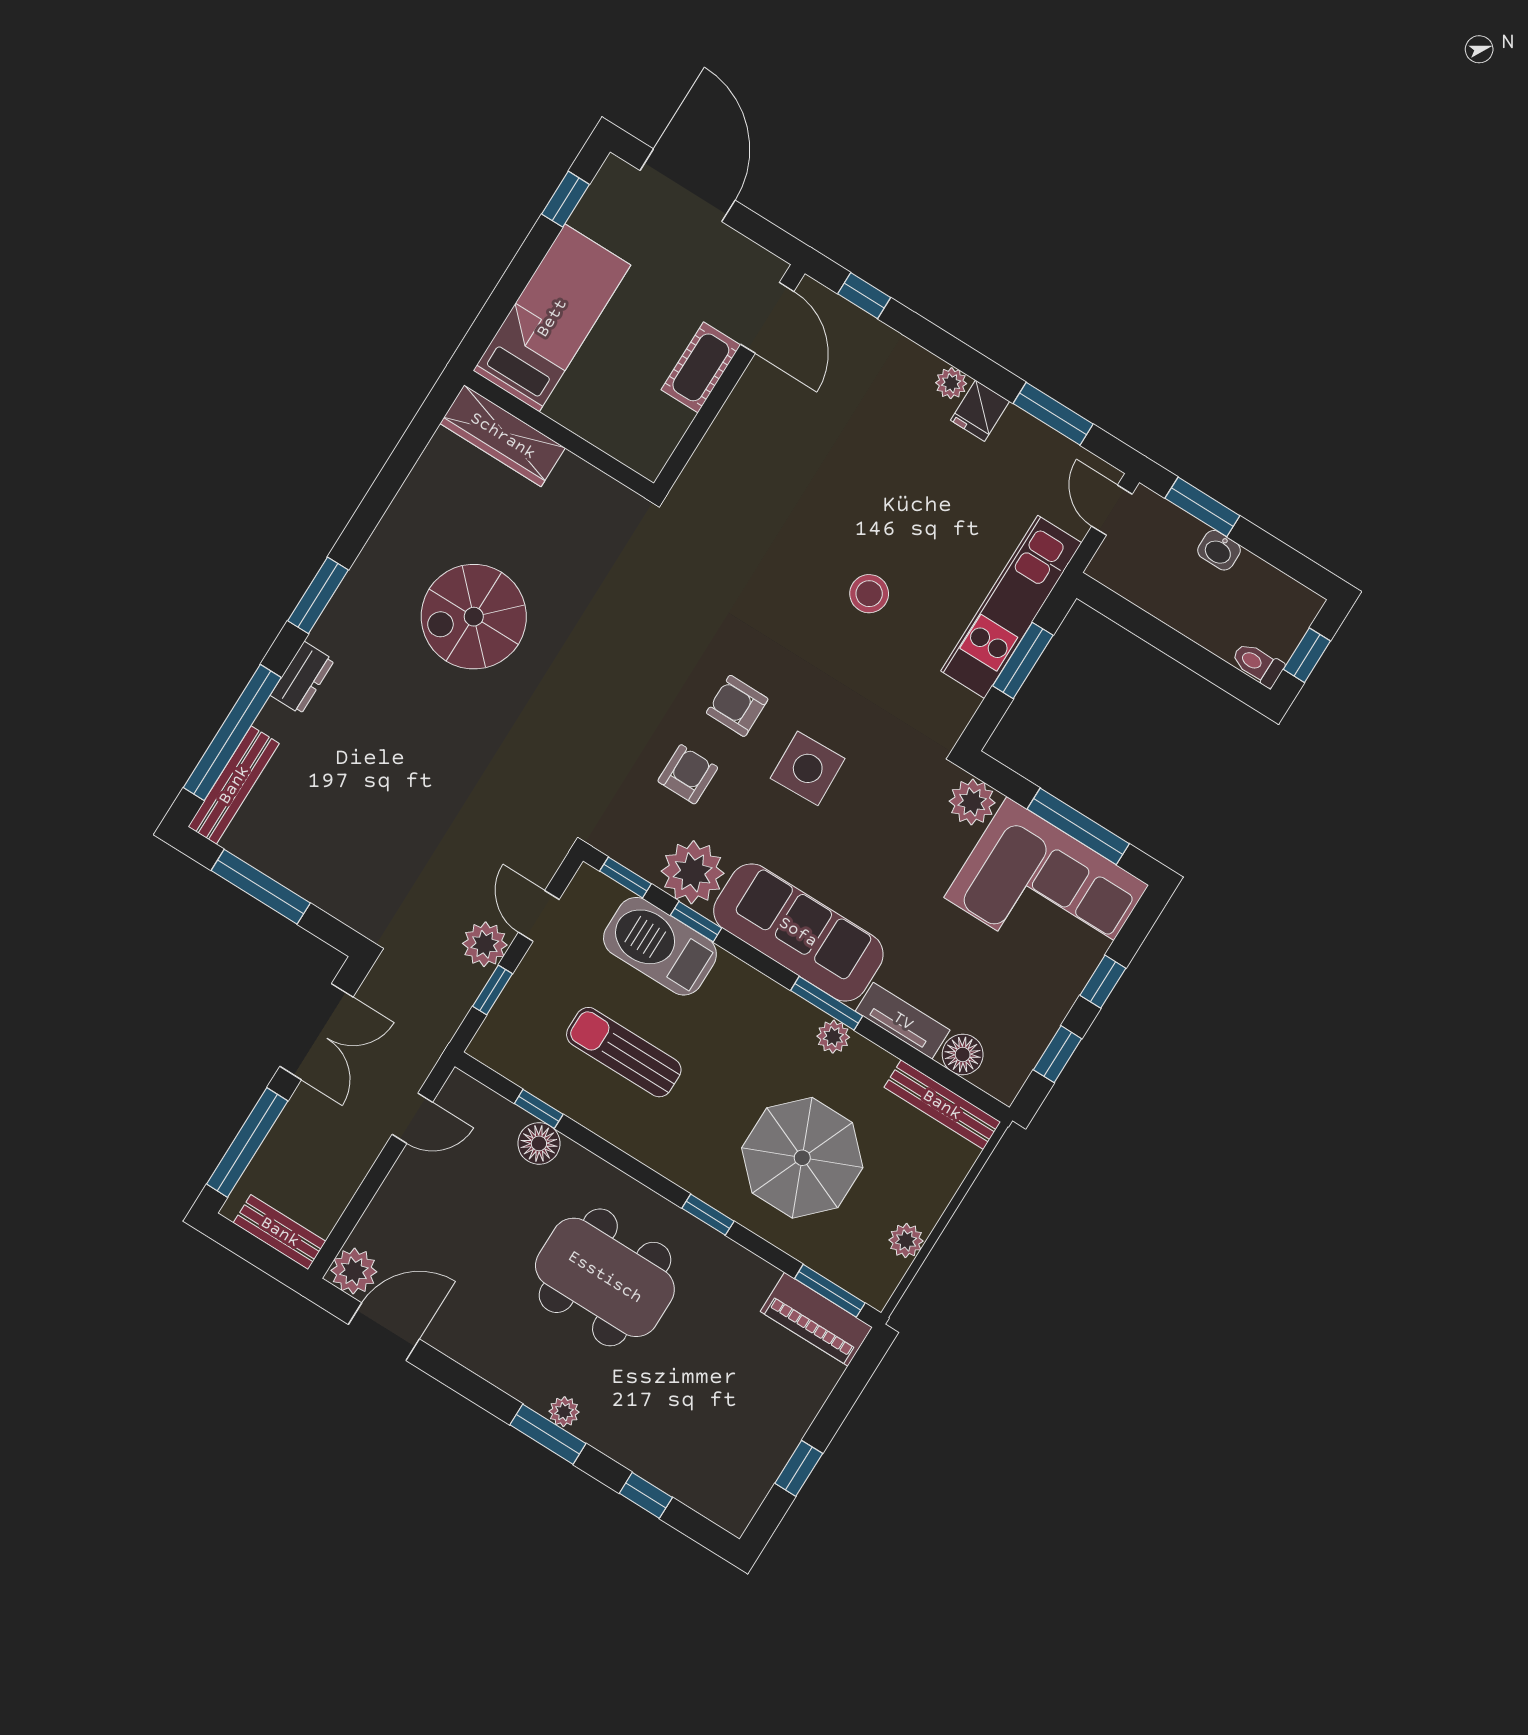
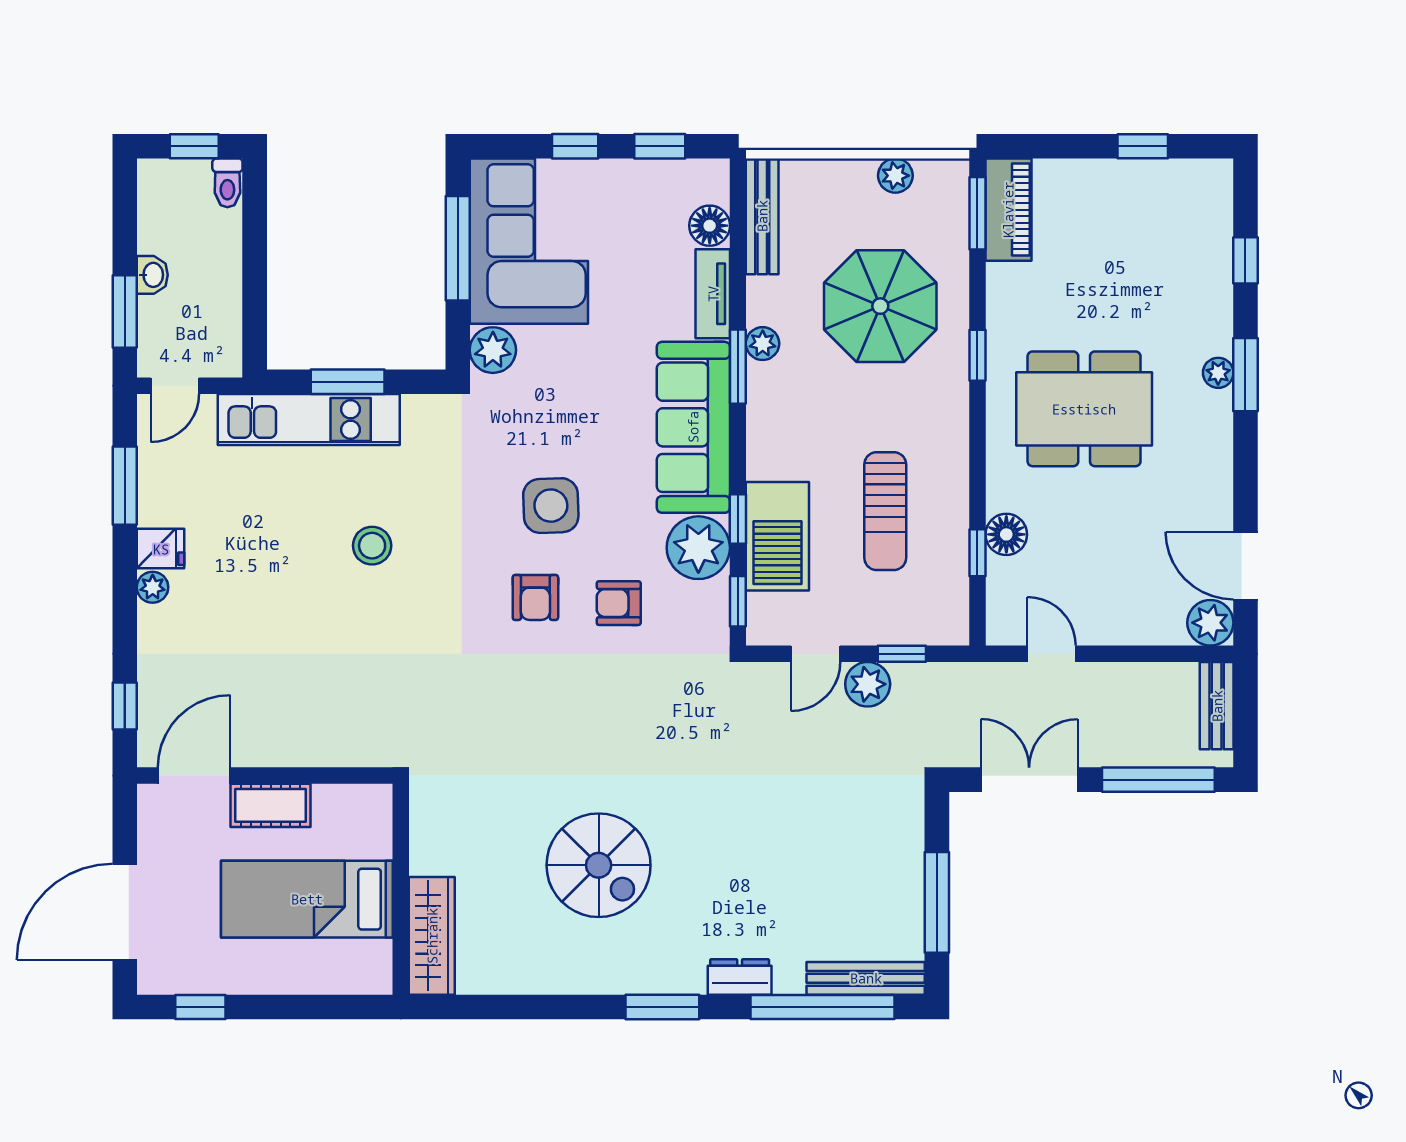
bed: (552, 318) -> (307, 899), moved
dining table: (605, 1277) -> (1084, 409), turned 90

